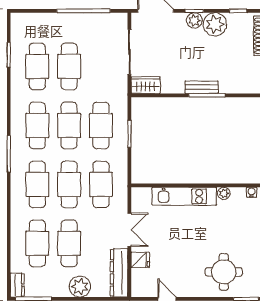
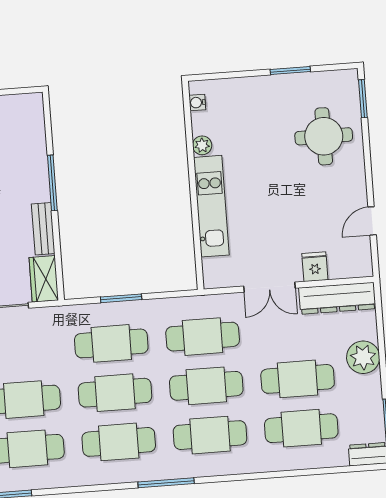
bench: (201, 87) -> (43, 229), moved
double door: (129, 230) -> (269, 287), swing flipped

